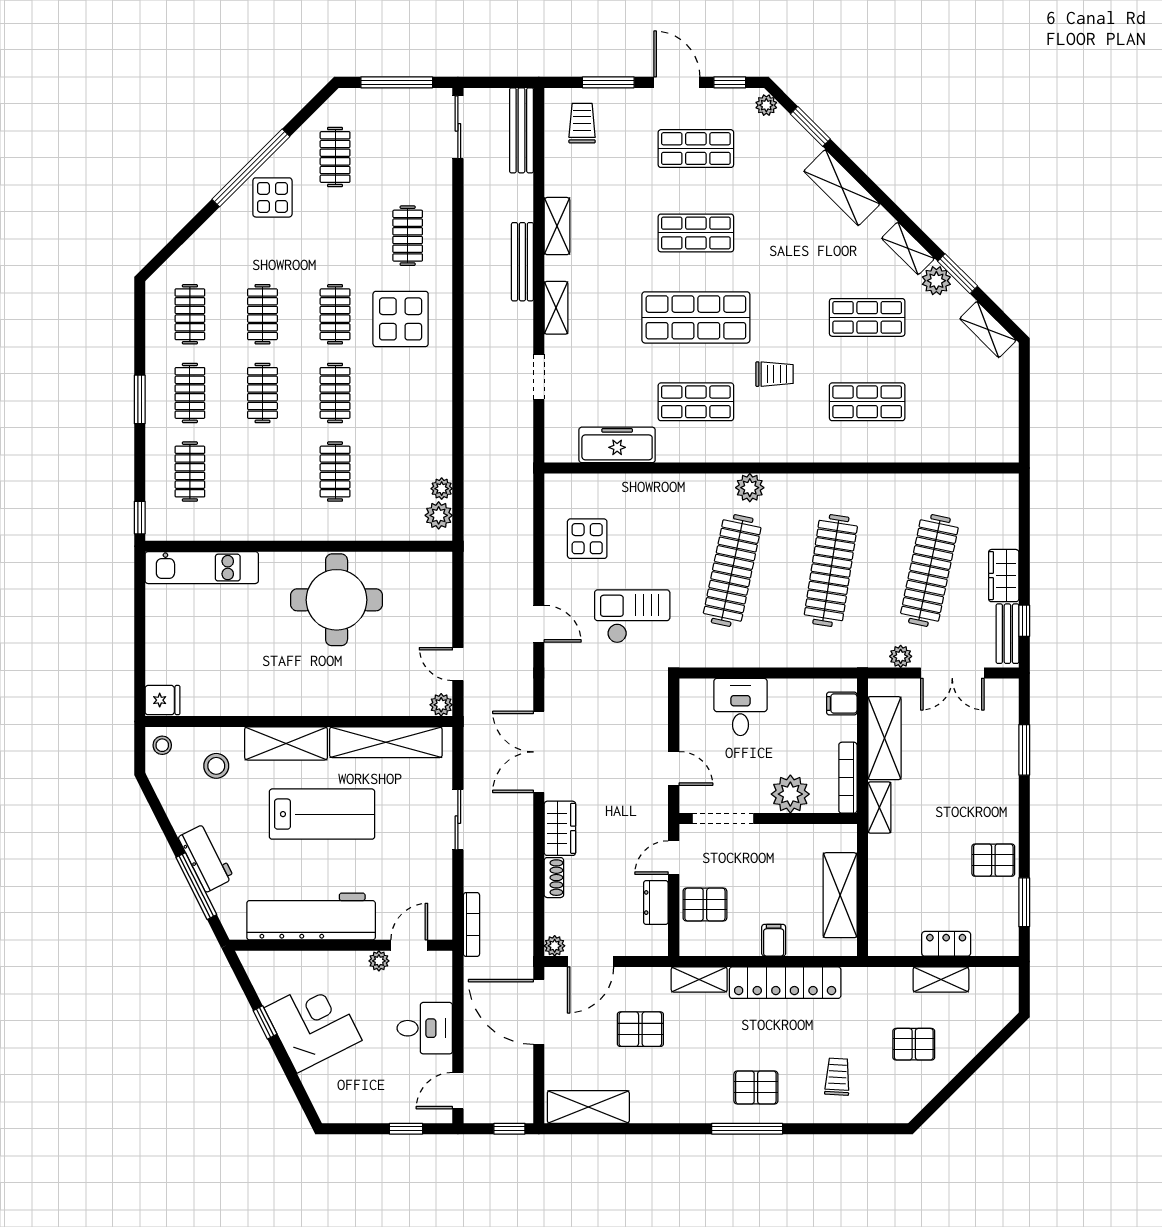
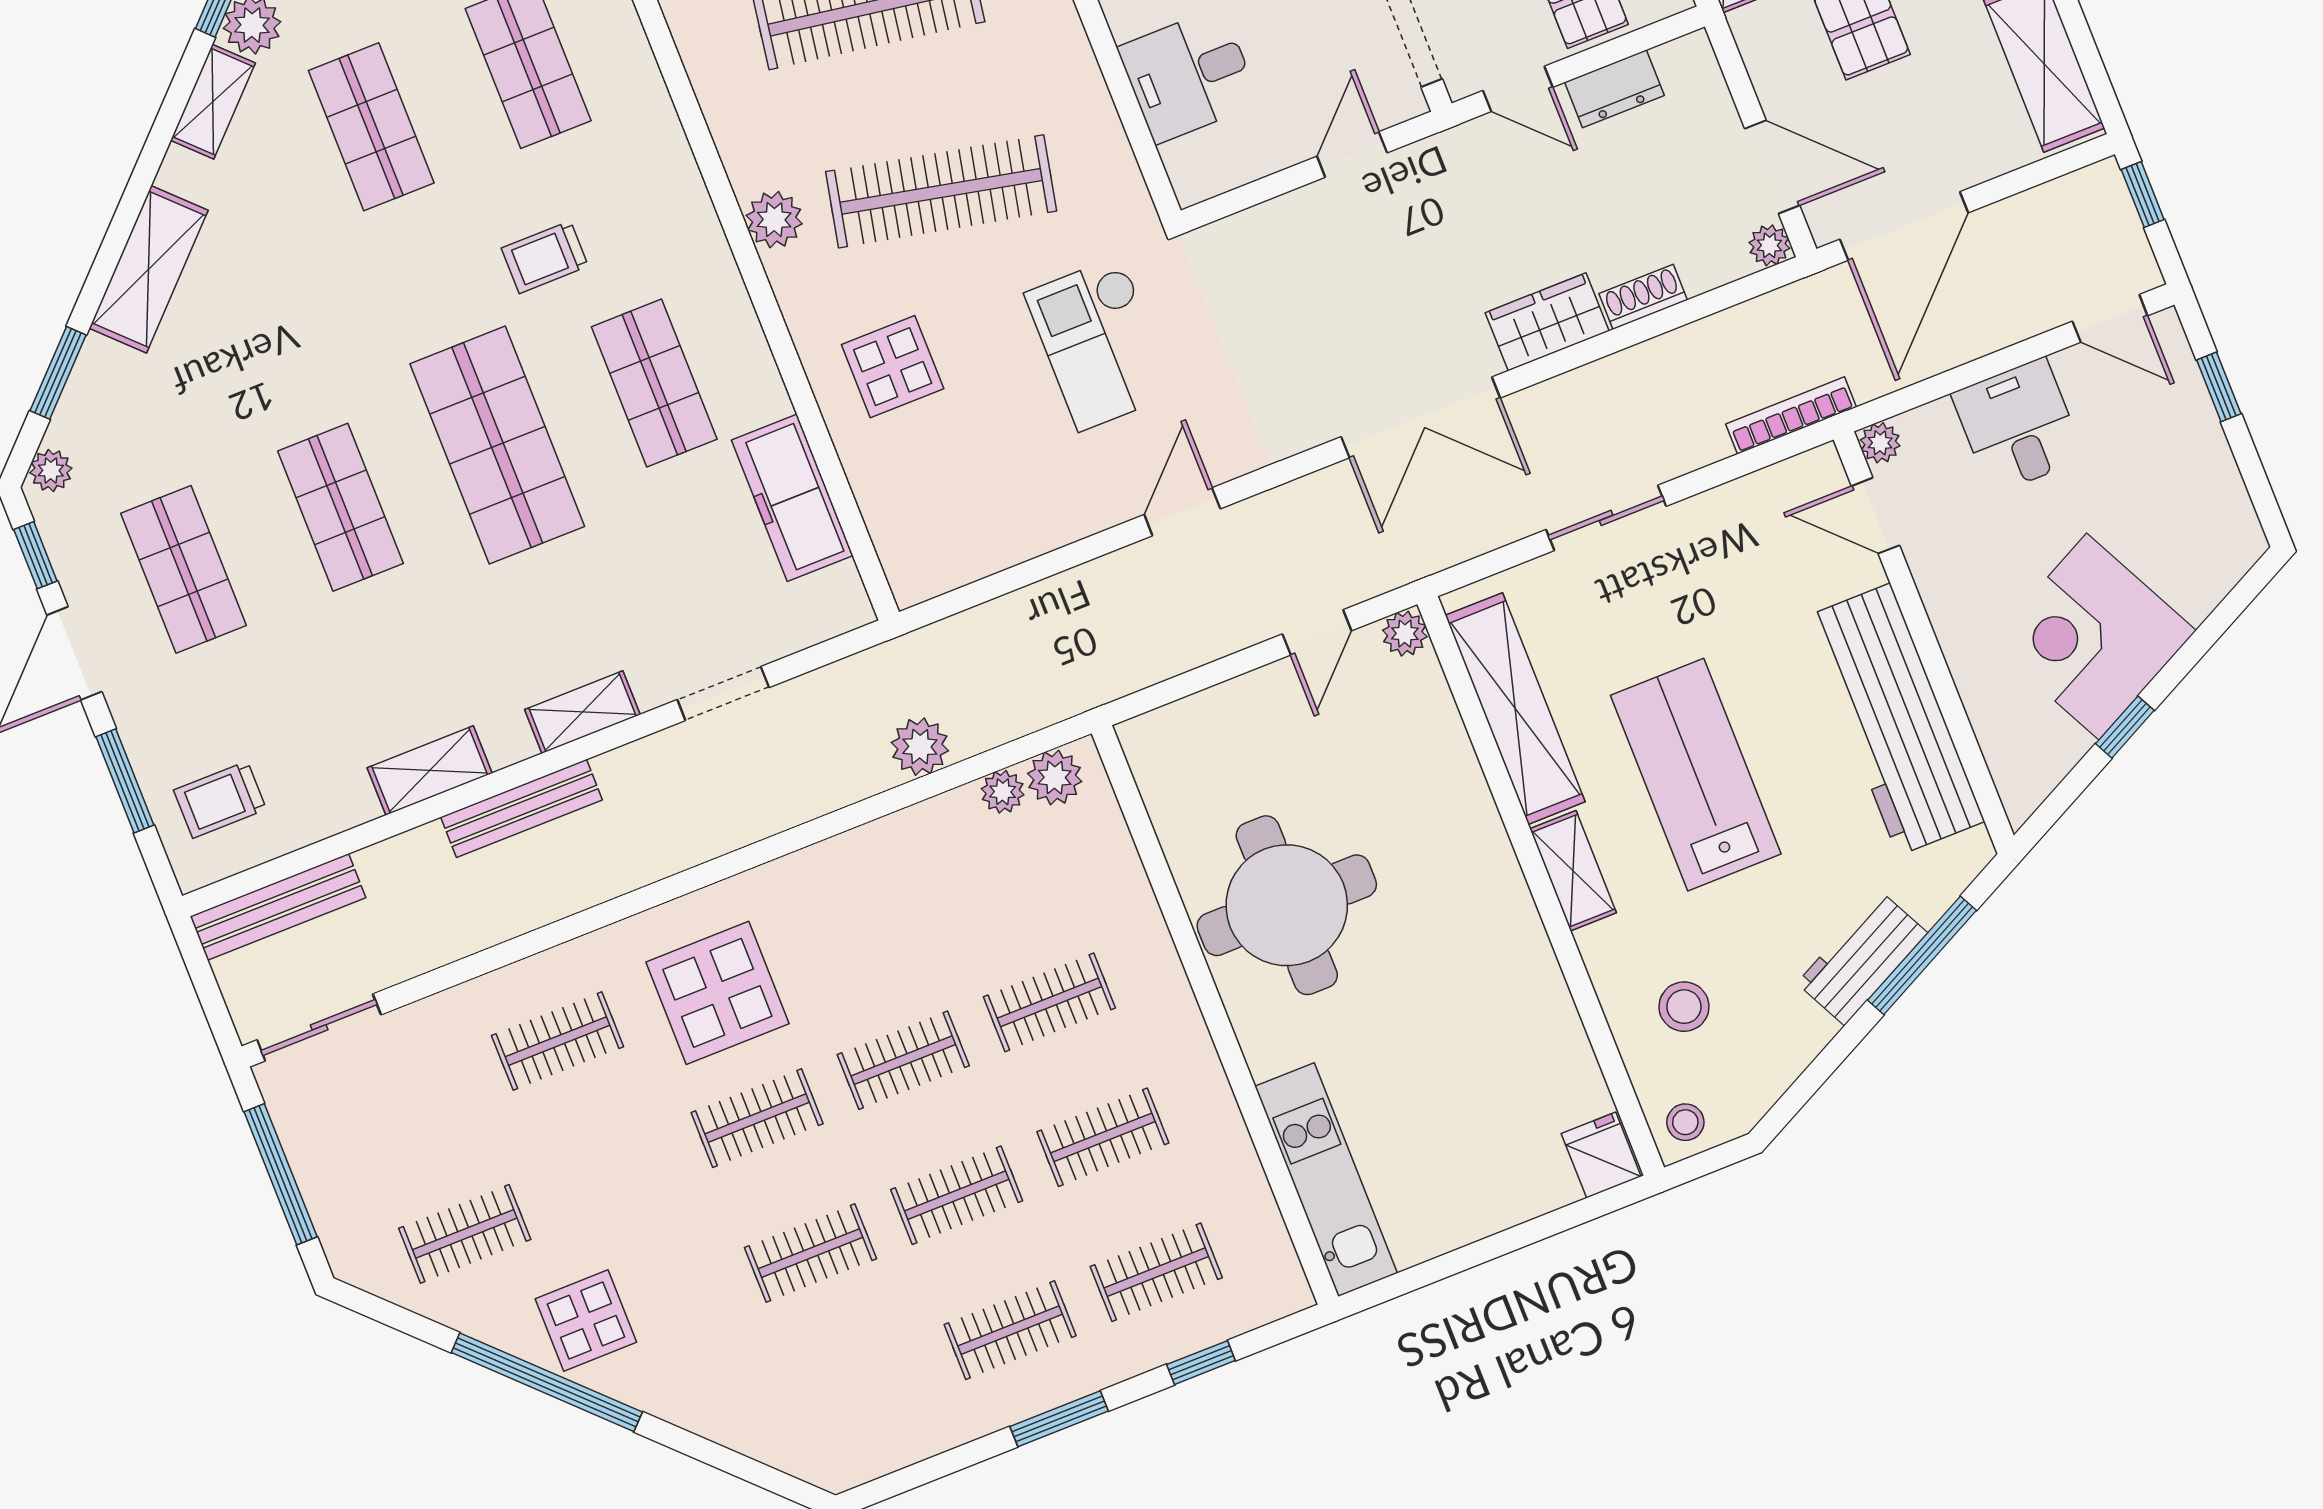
clothes rail: (190, 314) -> (1103, 1137), moved
trolley: (775, 374) -> (545, 257), turned -90
plant: (478, 458) -> (920, 747), added
window: (140, 518) -> (1201, 1363), moved
display table: (587, 539) -> (893, 367), moved
shelving: (286, 743) -> (1573, 871), width x0.67, depth x0.75
plant: (379, 961) -> (1880, 443), moved

